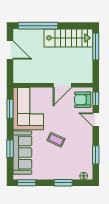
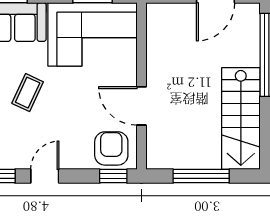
window: (96, 47) -> (201, 176), moved
door: (96, 120) -> (45, 176), moved

